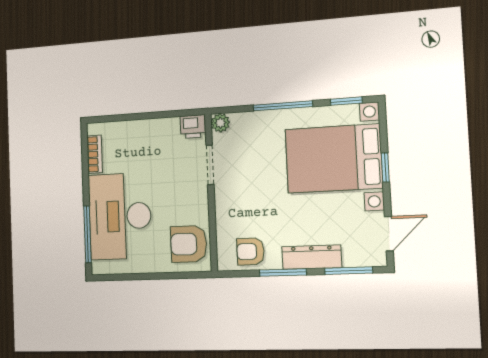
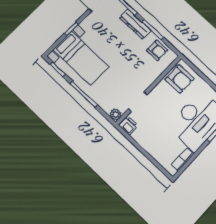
bed with nightstands: (334, 159) -> (81, 58), width x0.73

